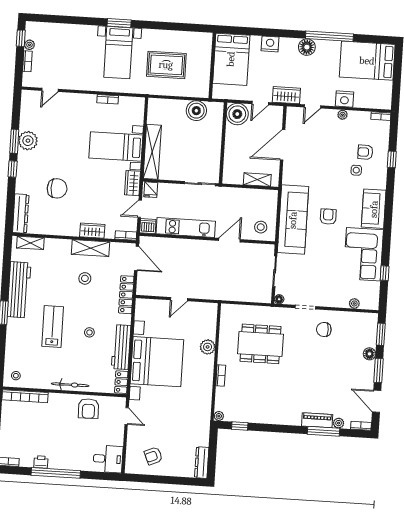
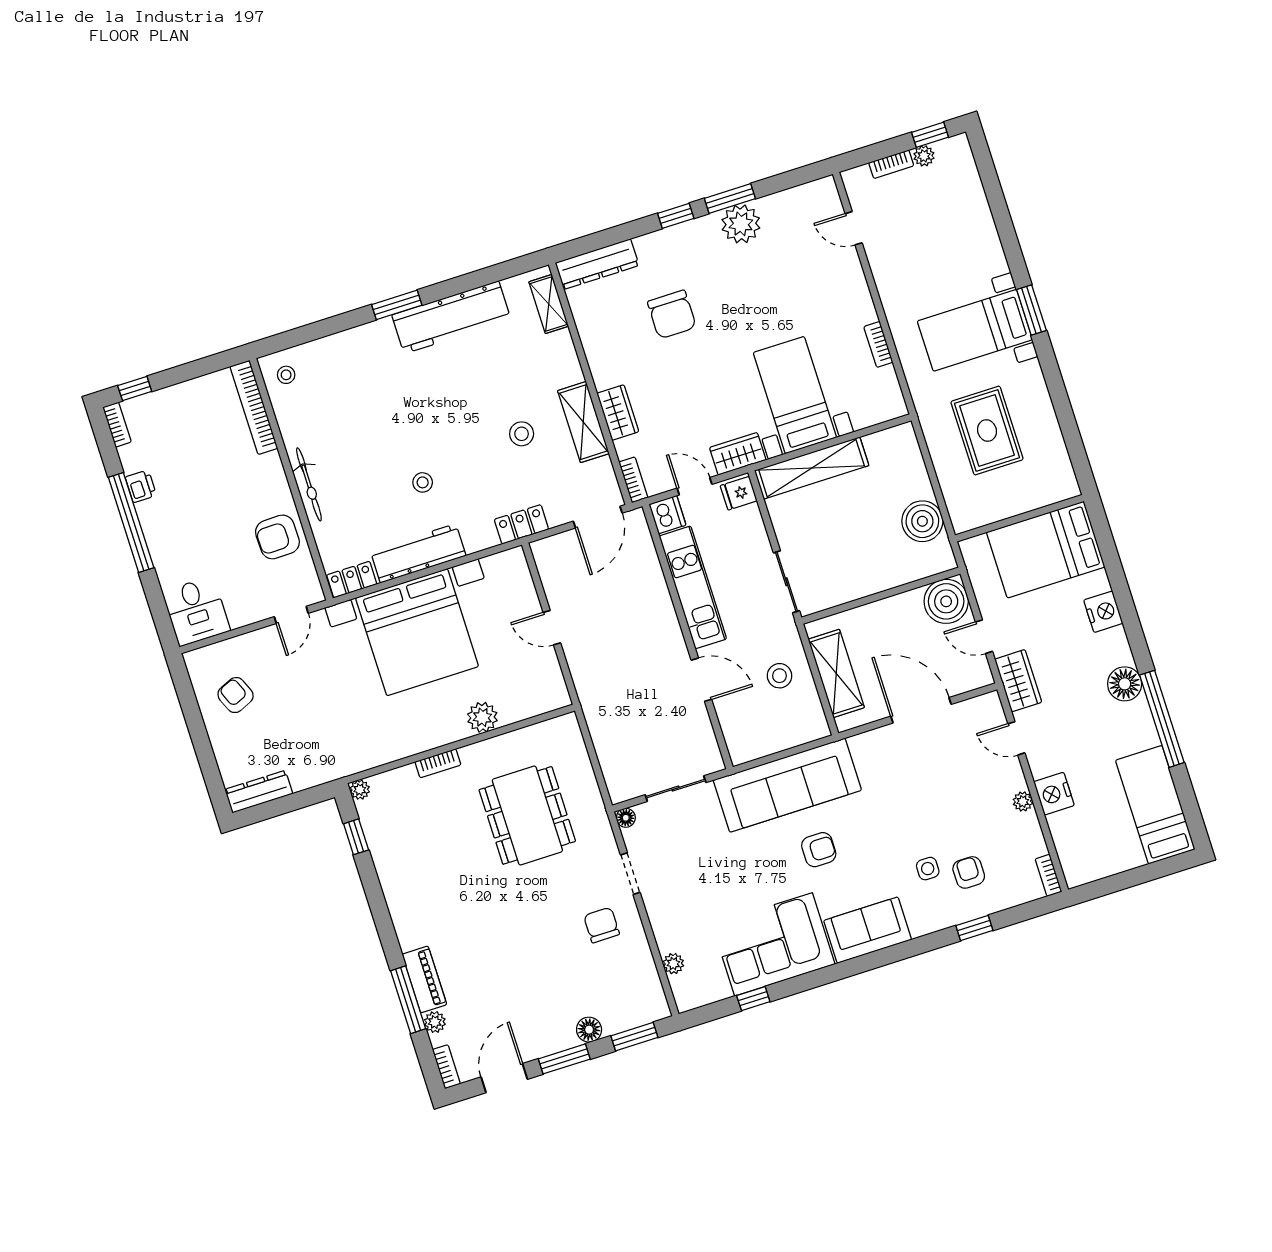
bed: (367, 61) -> (1155, 805), width x0.67
shelving: (257, 180) -> (836, 673), width x1.50, depth x1.33
stool: (261, 227) -> (779, 676), moved
locker: (126, 295) -> (521, 524), width x0.66
lab bench: (53, 327) -> (407, 408), removed

